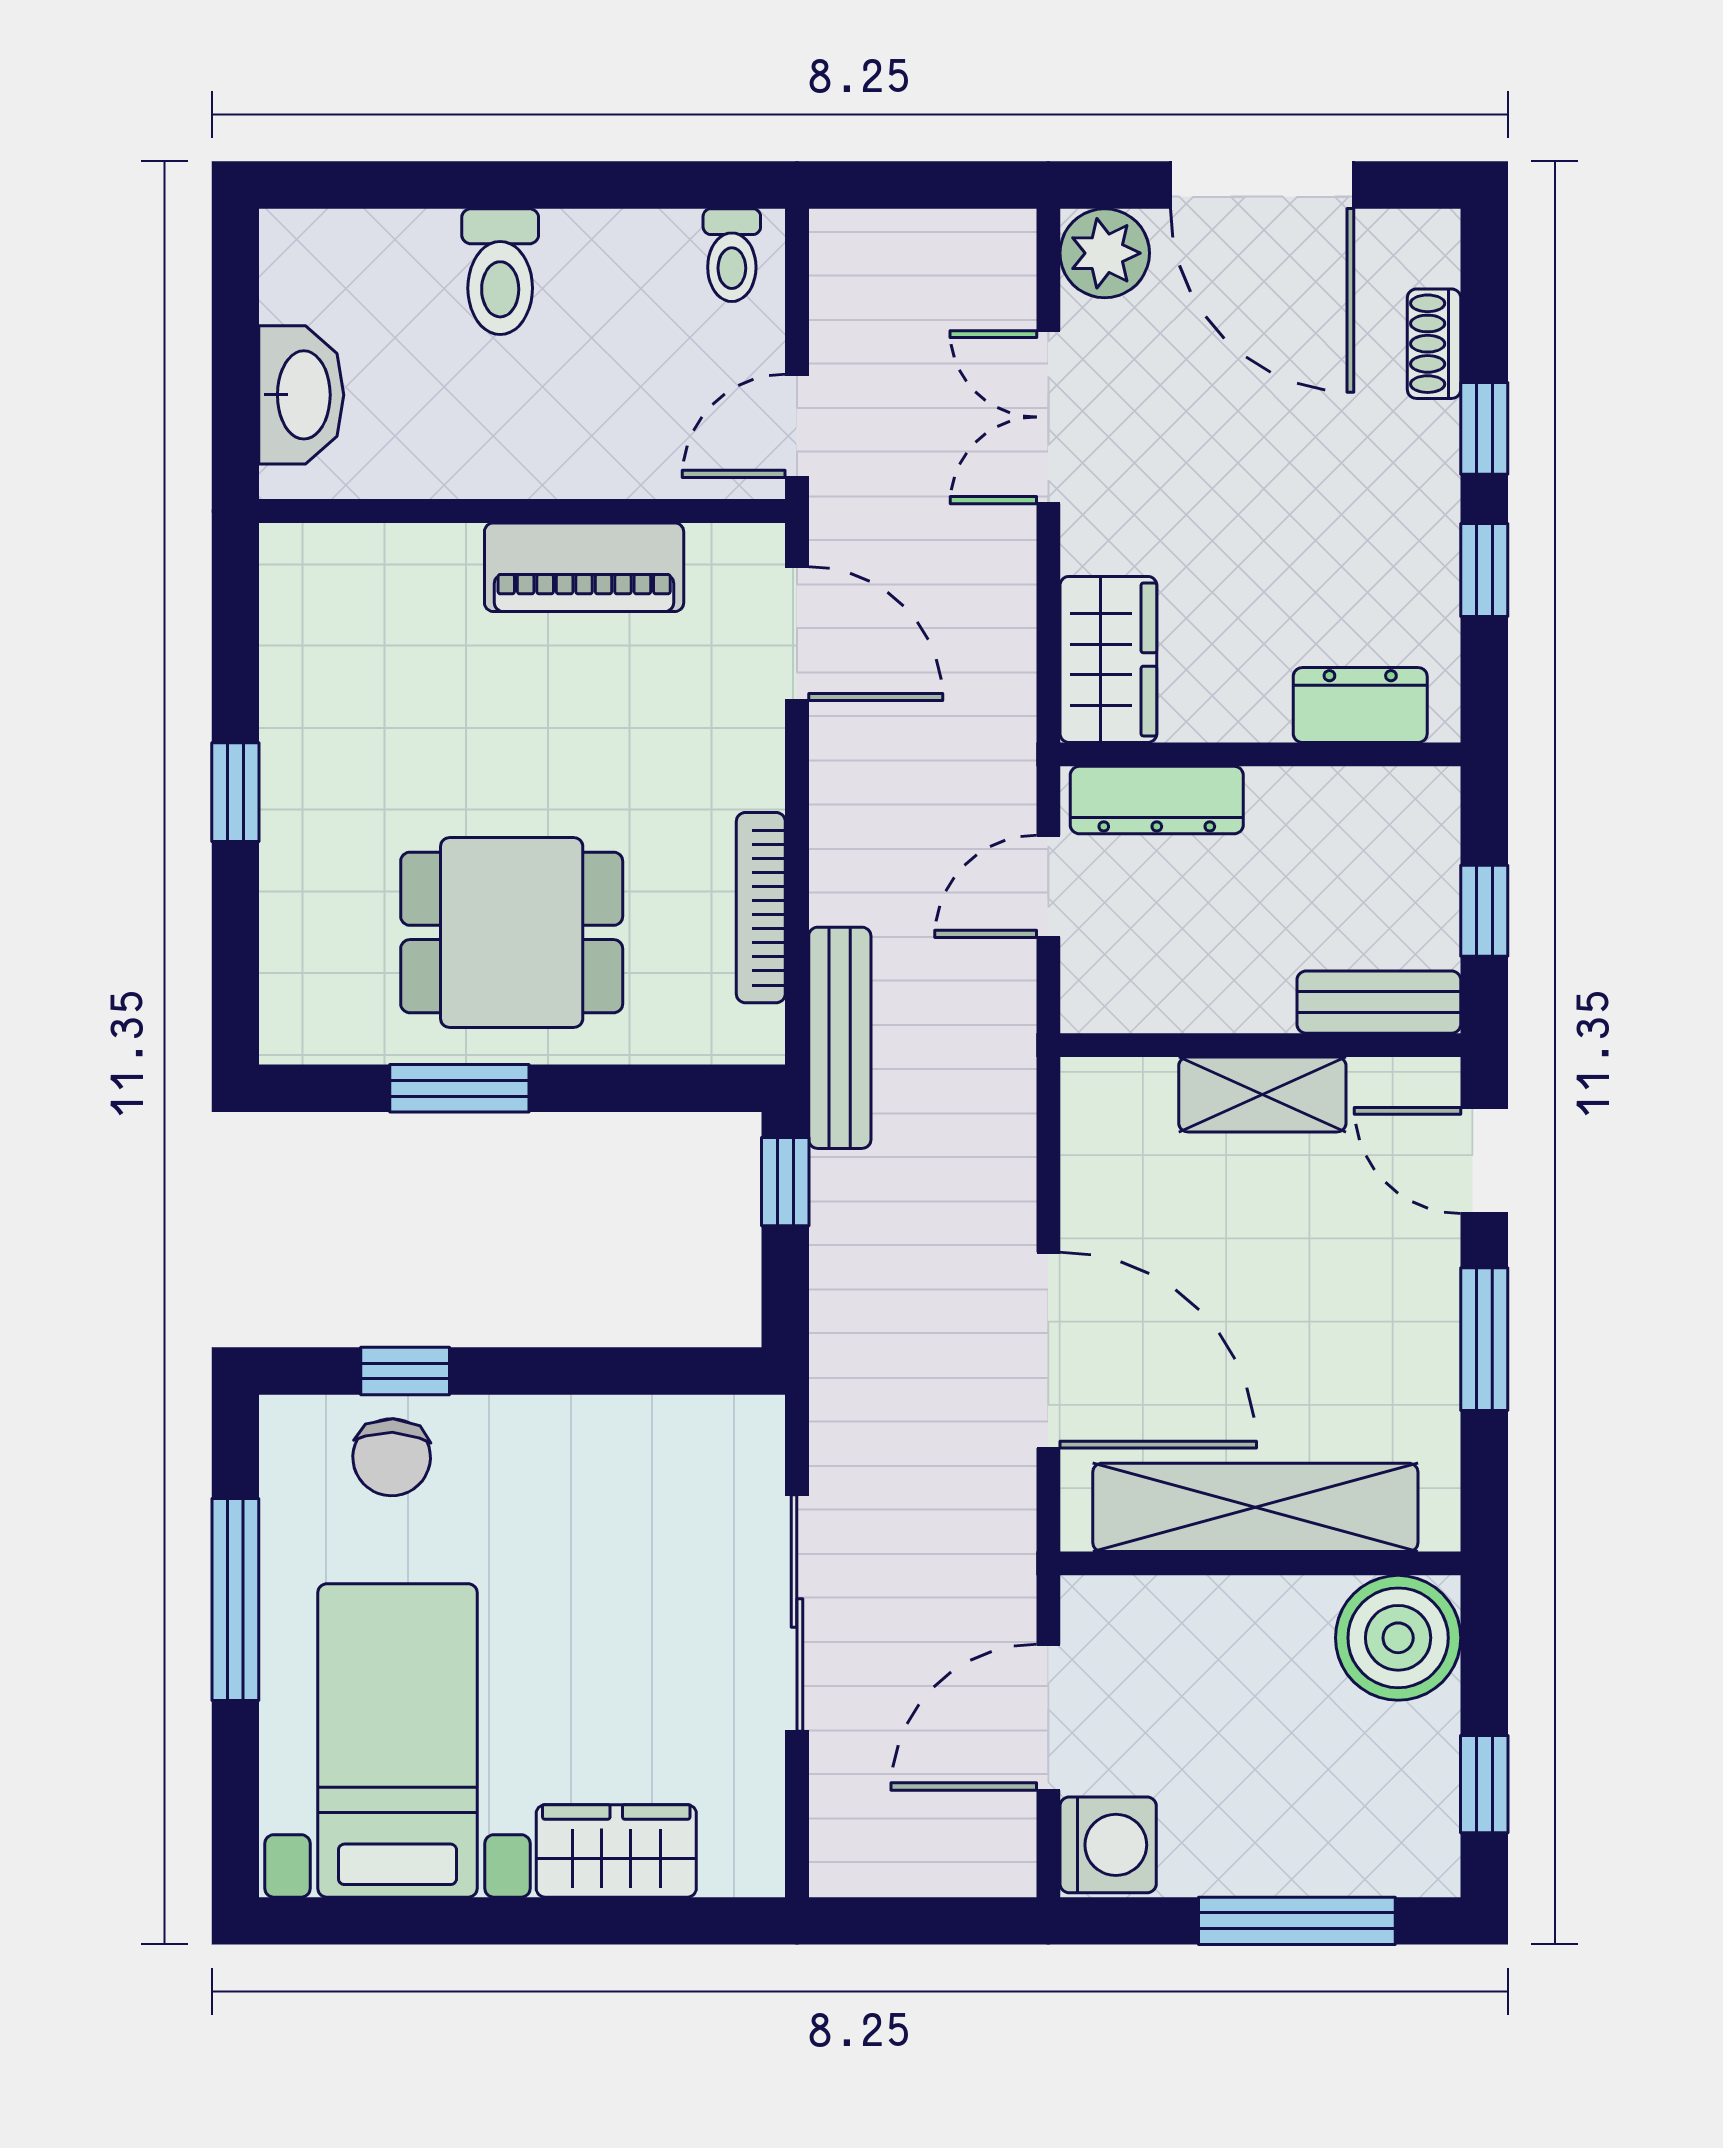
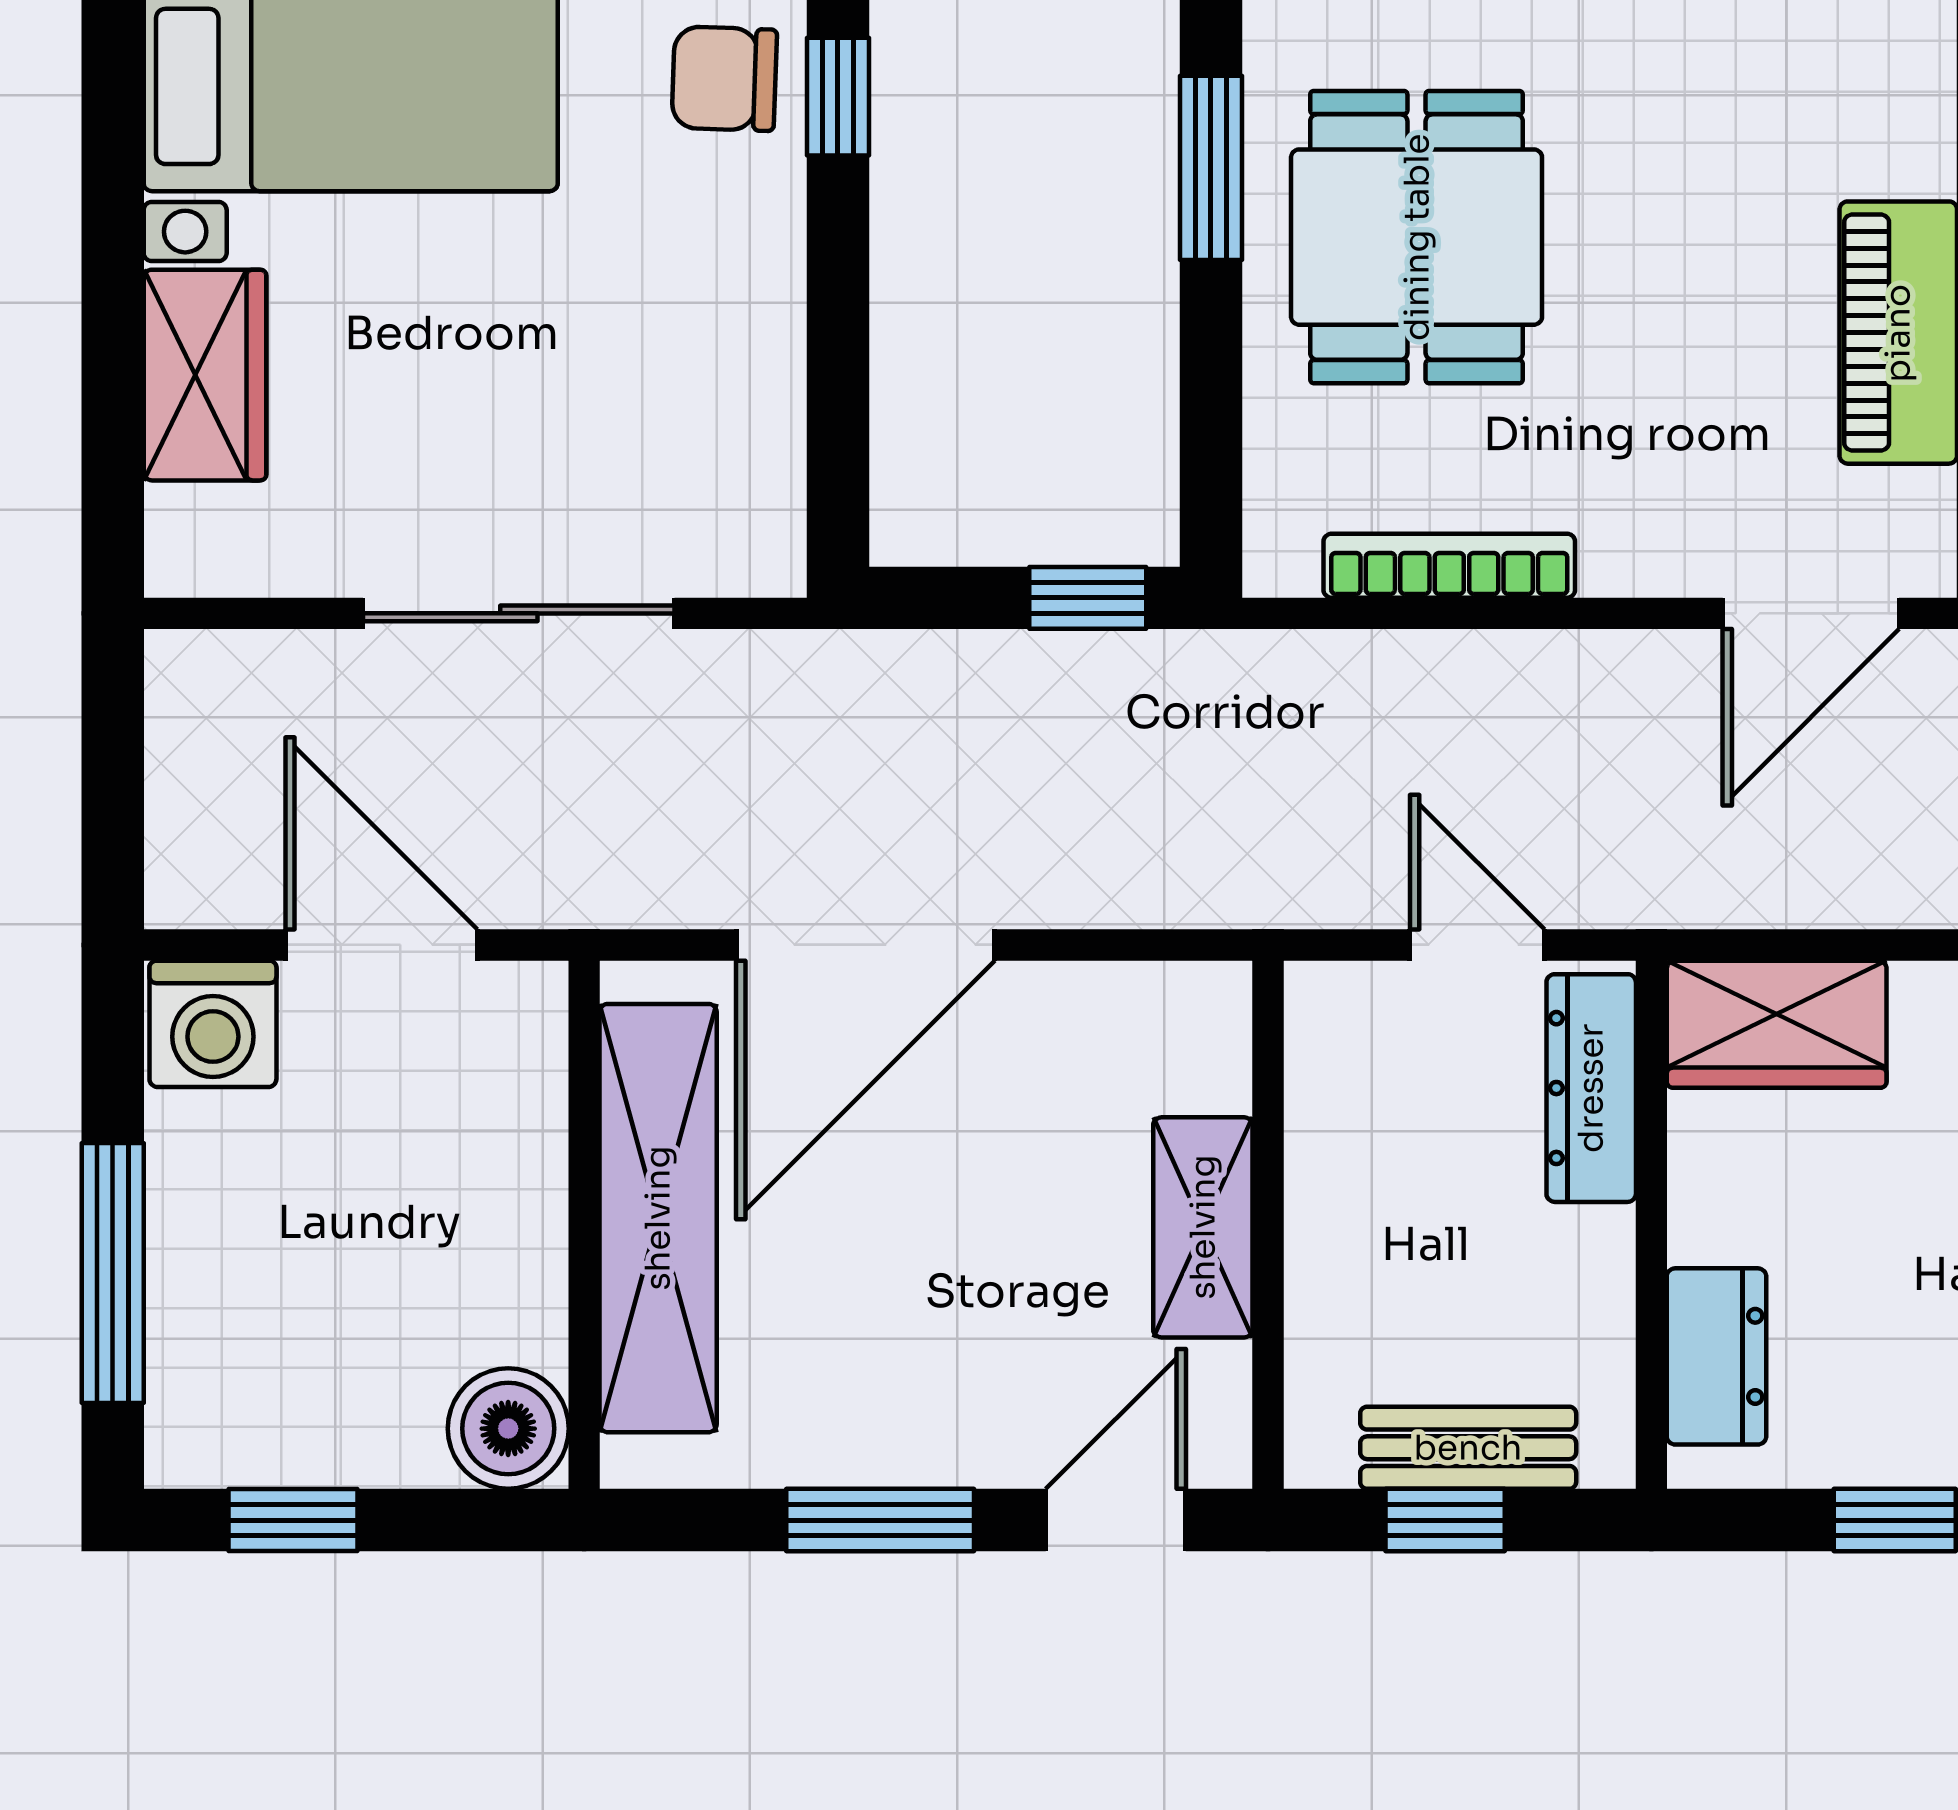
bench: (1379, 1002) -> (1468, 1448), moved, turned 90
bench: (840, 1038) -> (1278, 670), removed
boiler: (1398, 1638) -> (508, 1429), width x0.73, depth x0.73

